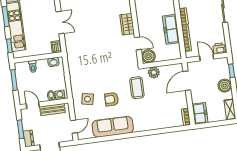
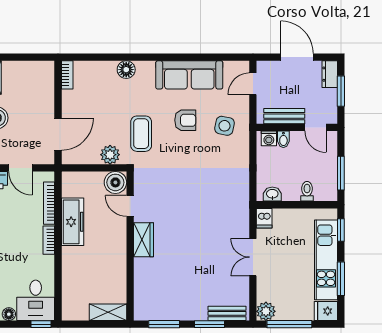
freezer: (200, 113) -> (43, 78), removed
floor lamp: (151, 125) -> (126, 70), added

